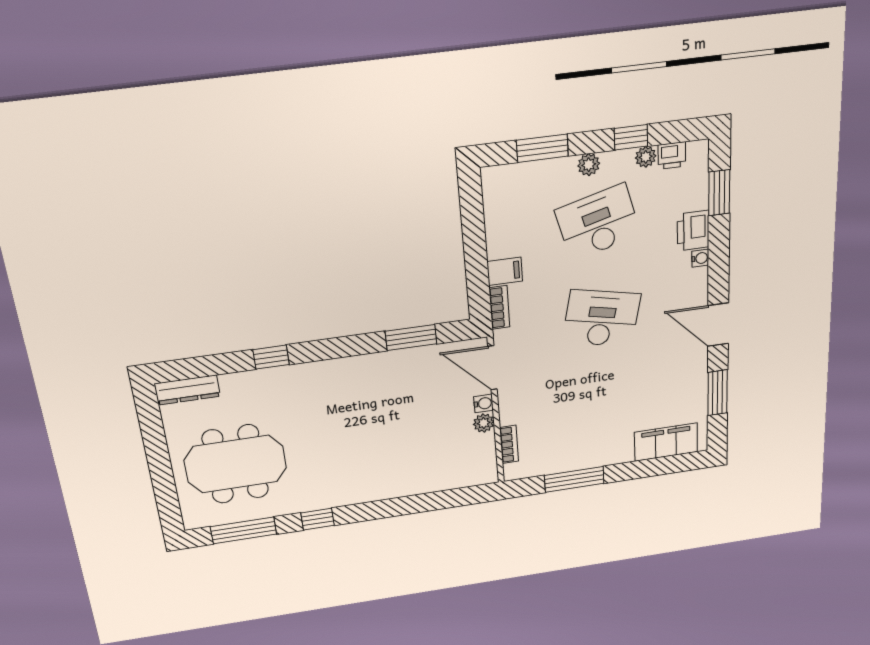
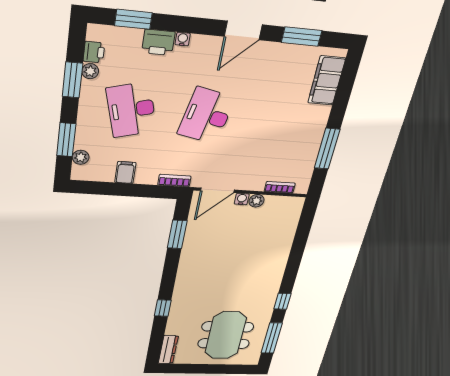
window: (631, 137) -> (73, 80), width x1.50
plant: (589, 165) -> (81, 157), moved
filing cabinet: (505, 271) -> (125, 172), moved

